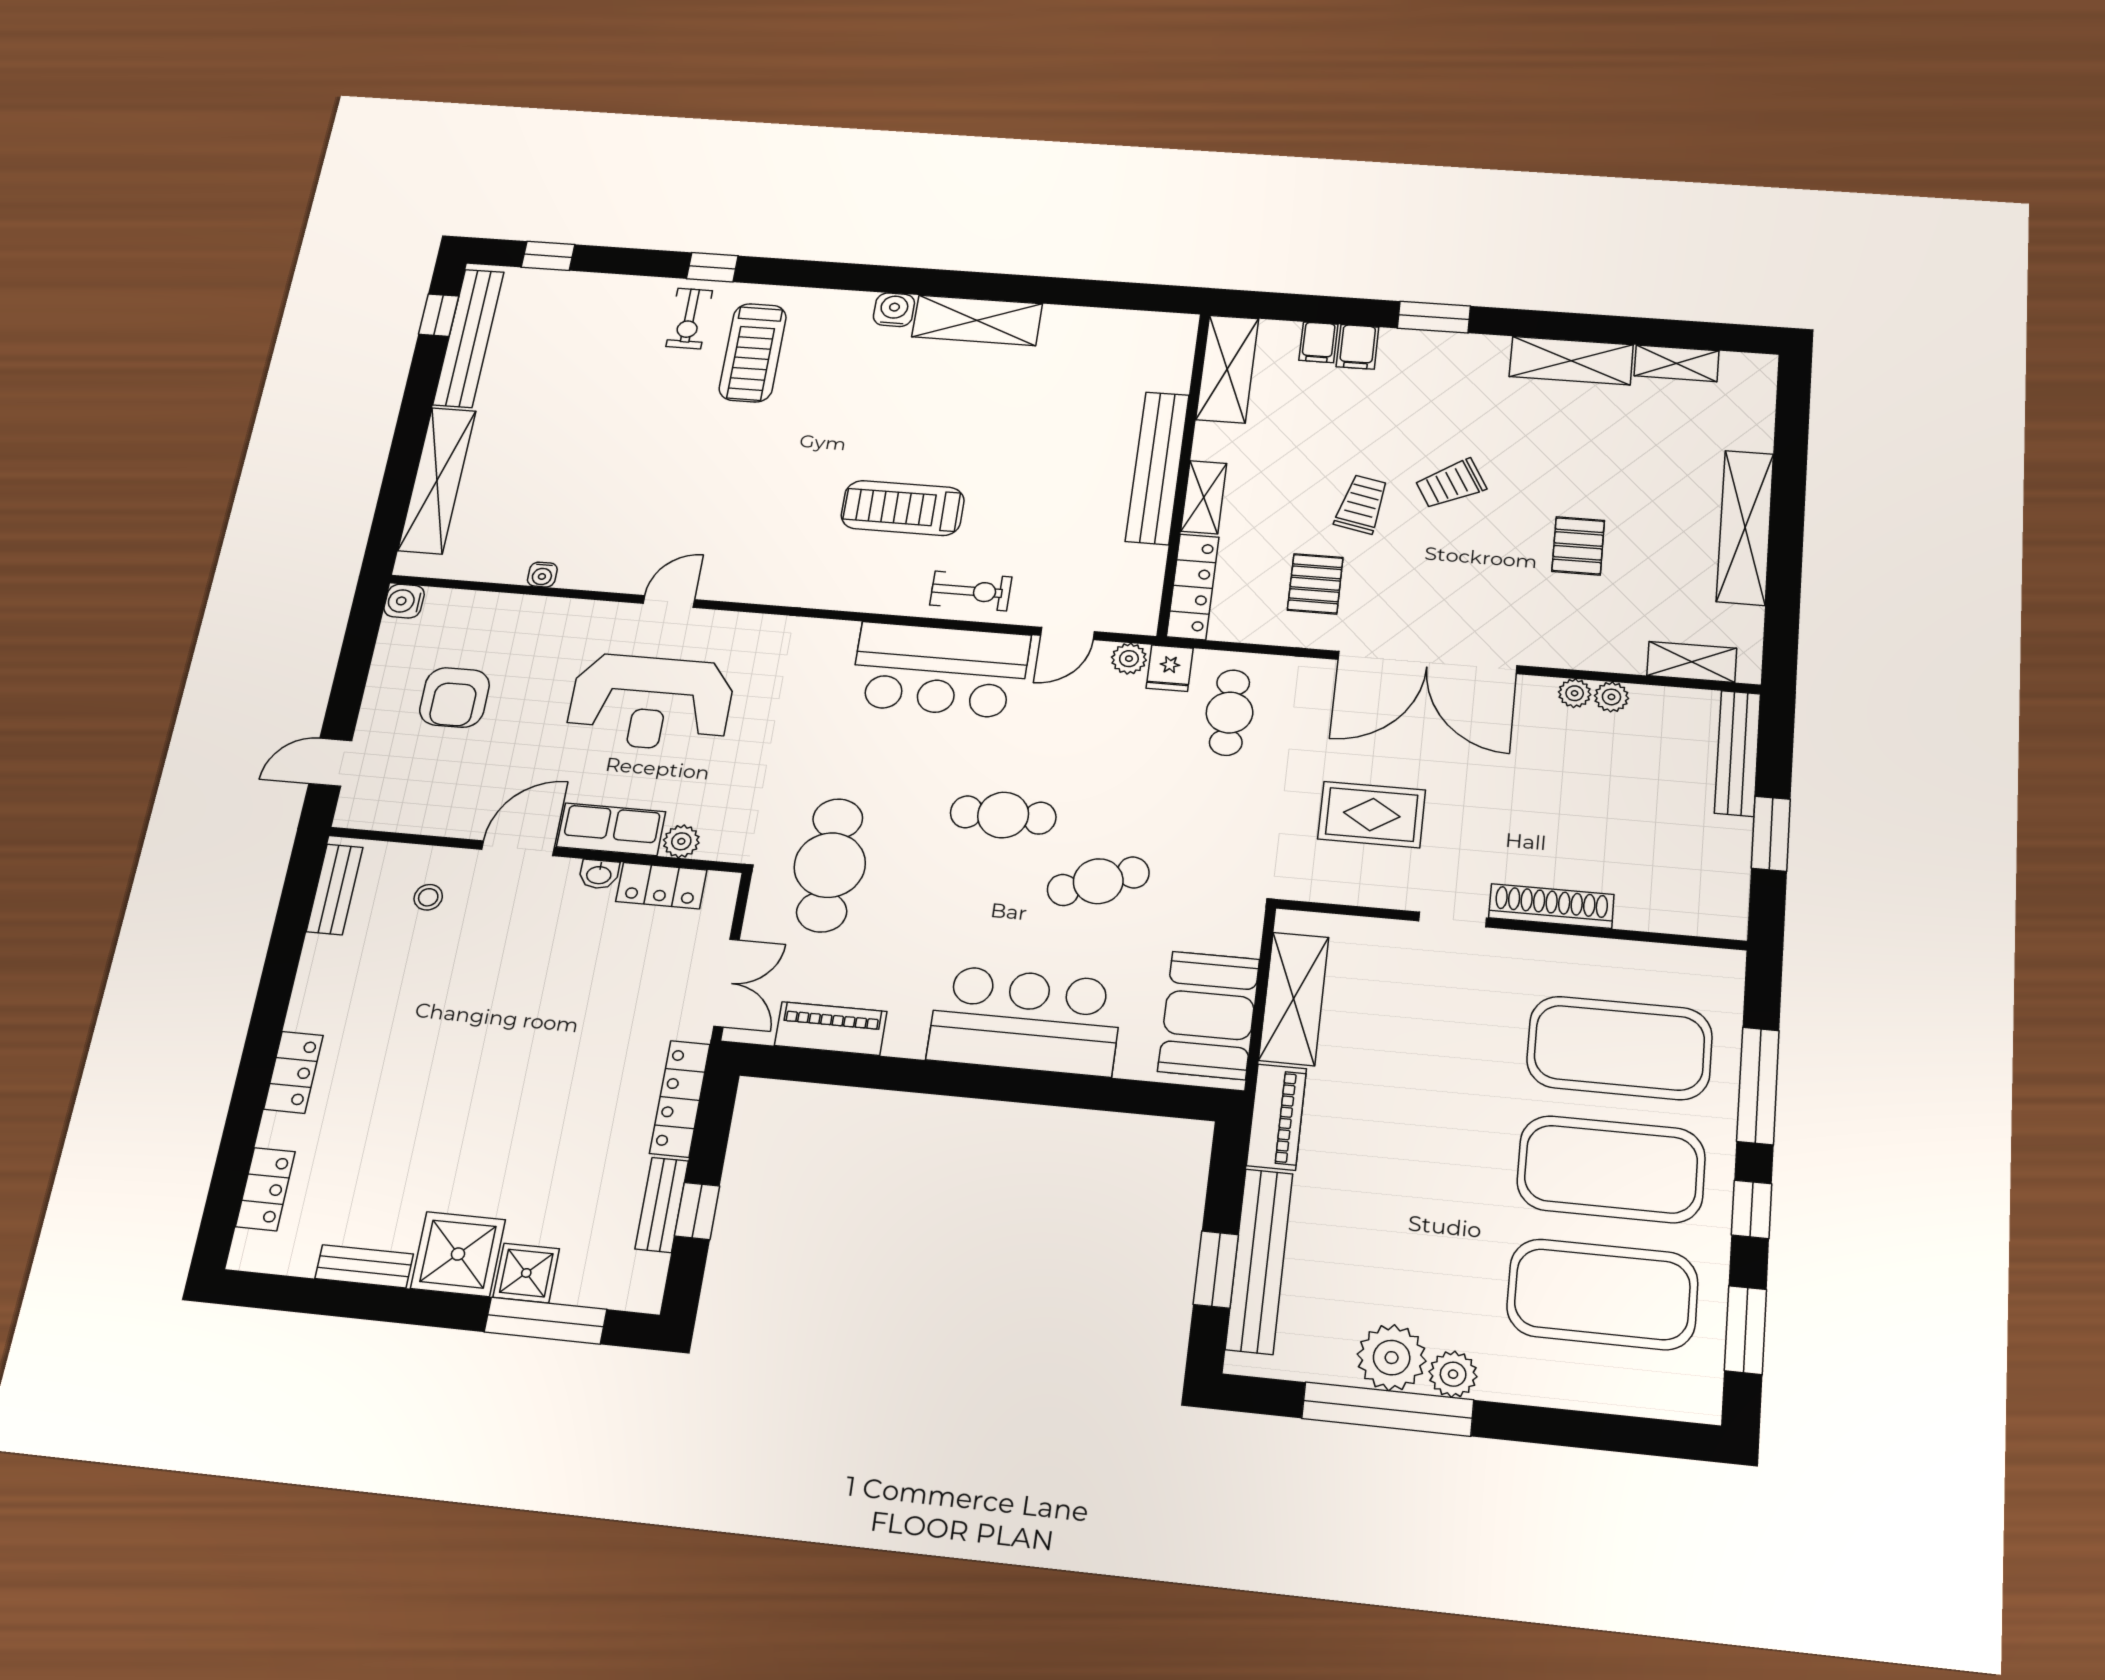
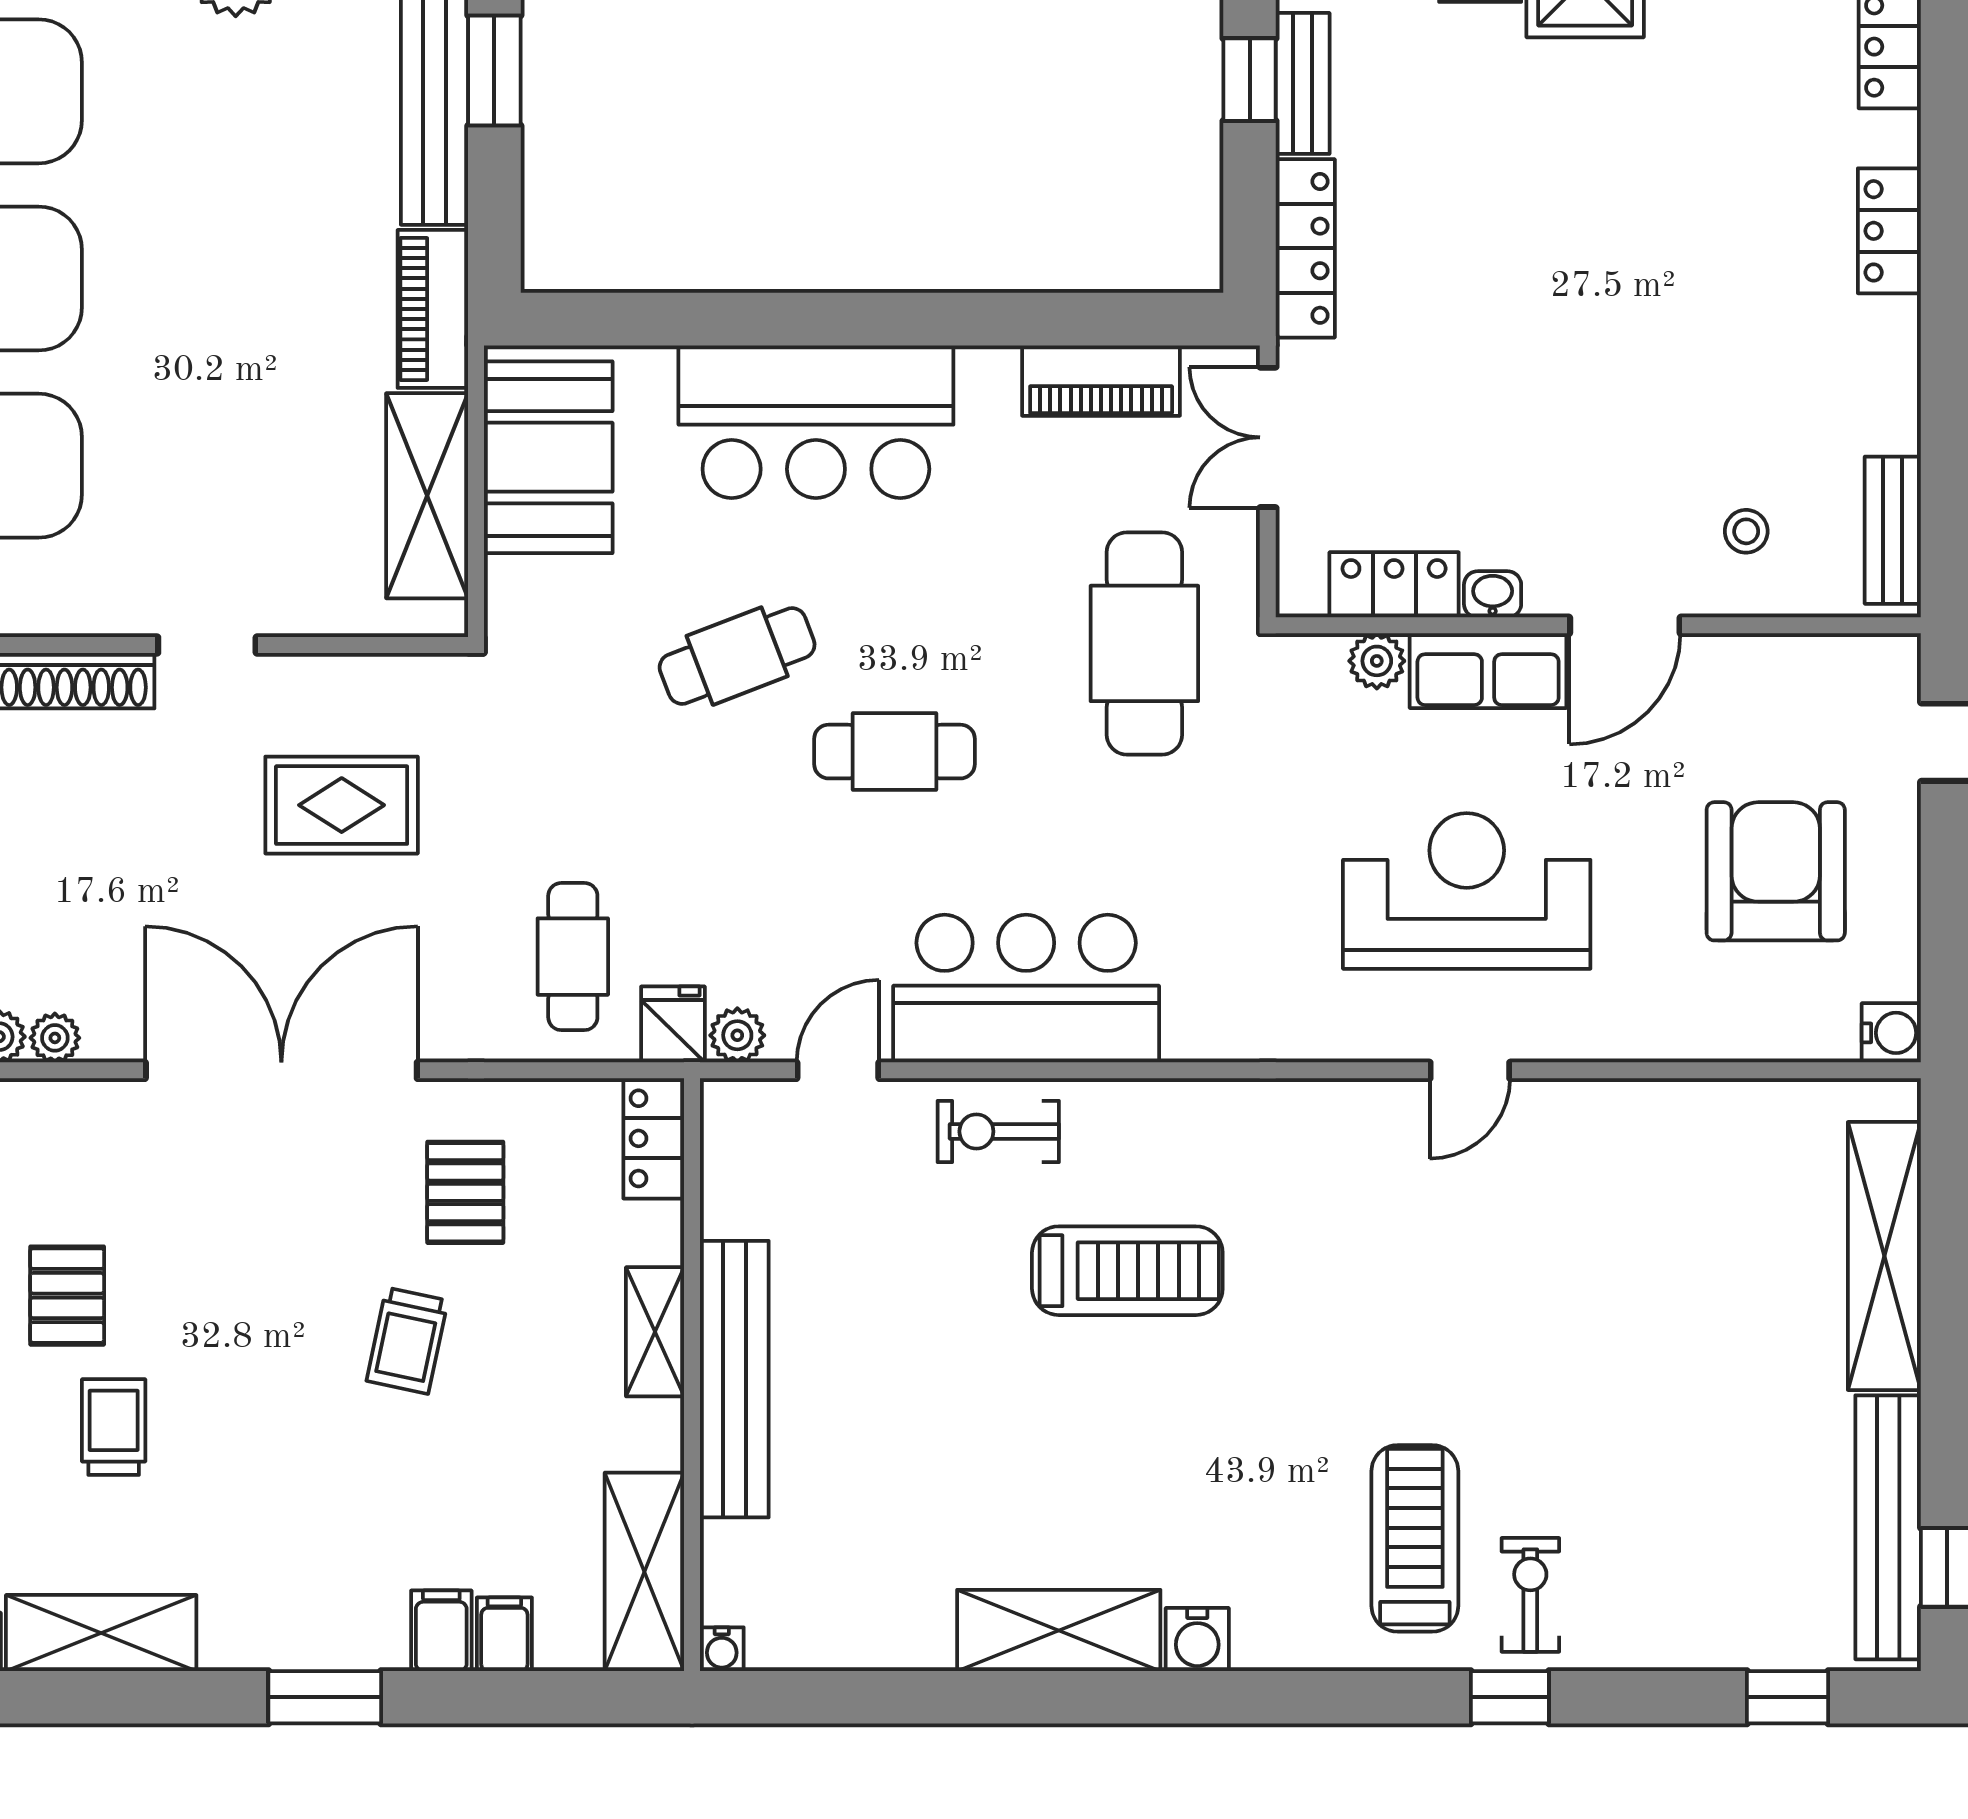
trolley: (1451, 484) -> (114, 1427), moved, turned -61
water cooler: (542, 575) -> (722, 1649), moved, turned 180
locker: (1193, 587) -> (654, 1138), width x0.66
armchair: (454, 697) -> (1776, 871), width x1.36, depth x1.36

